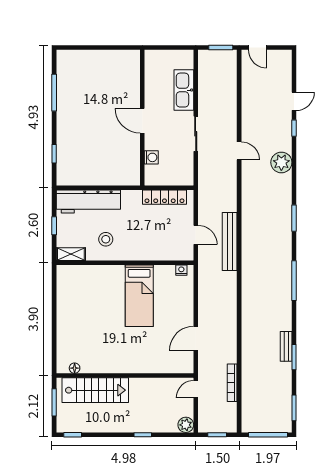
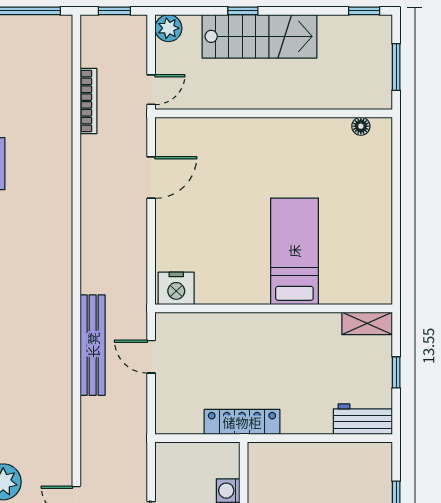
locker: (164, 197) -> (242, 422), moved
workbench: (88, 202) -> (363, 419), width x0.53, depth x0.76
stool: (106, 239) -> (307, 349), removed
nightstand: (181, 270) -> (176, 288), width x1.89, depth x1.79
bed: (139, 296) -> (294, 251), moved
stairs: (95, 390) -> (259, 36), moved, turned 180

